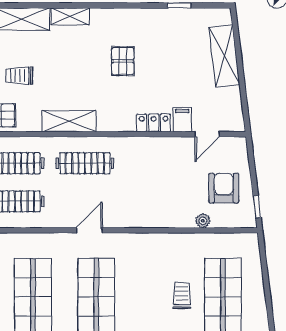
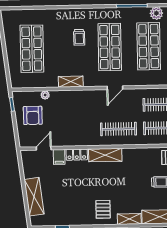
pallet: (123, 61) -> (103, 209), moved
shelving: (69, 121) -> (105, 155), moved
shelving: (161, 242) -> (71, 82), added
trolley: (182, 296) -> (79, 37), moved

